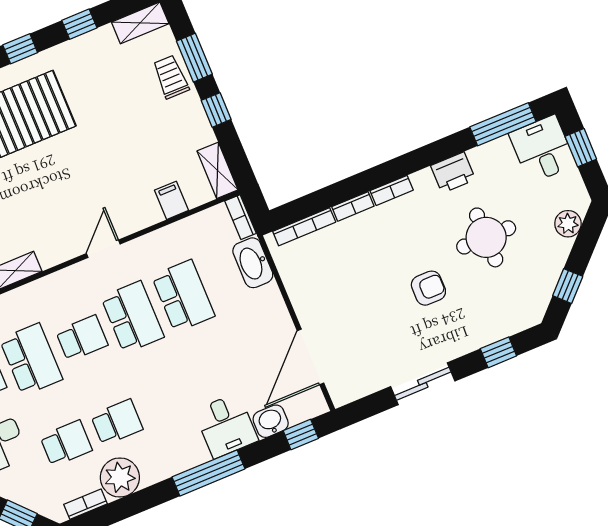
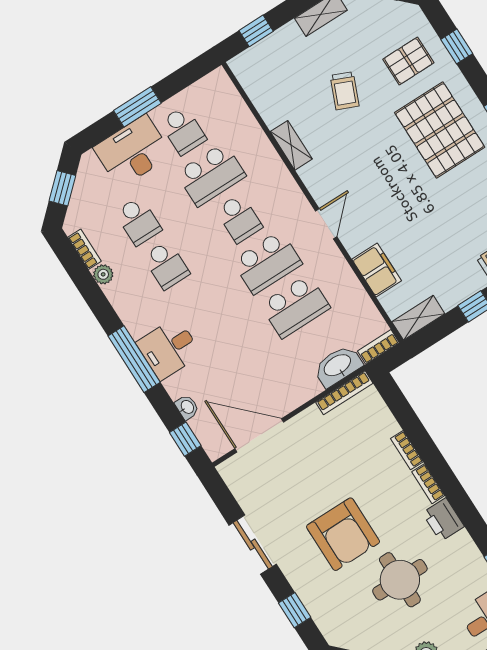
printer: (453, 173) -> (443, 520), moved
filing cabinet: (171, 200) -> (377, 270), width x2.00
bookcase: (304, 227) -> (344, 393), moved, turned -90
door: (103, 249) -> (326, 224), hinge flipped
armchair: (428, 288) -> (343, 534), width x1.88, depth x1.88
washbasin: (271, 421) -> (187, 407), width x0.72, depth x0.69
desk: (226, 426) -> (169, 348), moved
plant: (120, 477) -> (103, 274), width x0.53, depth x0.53

